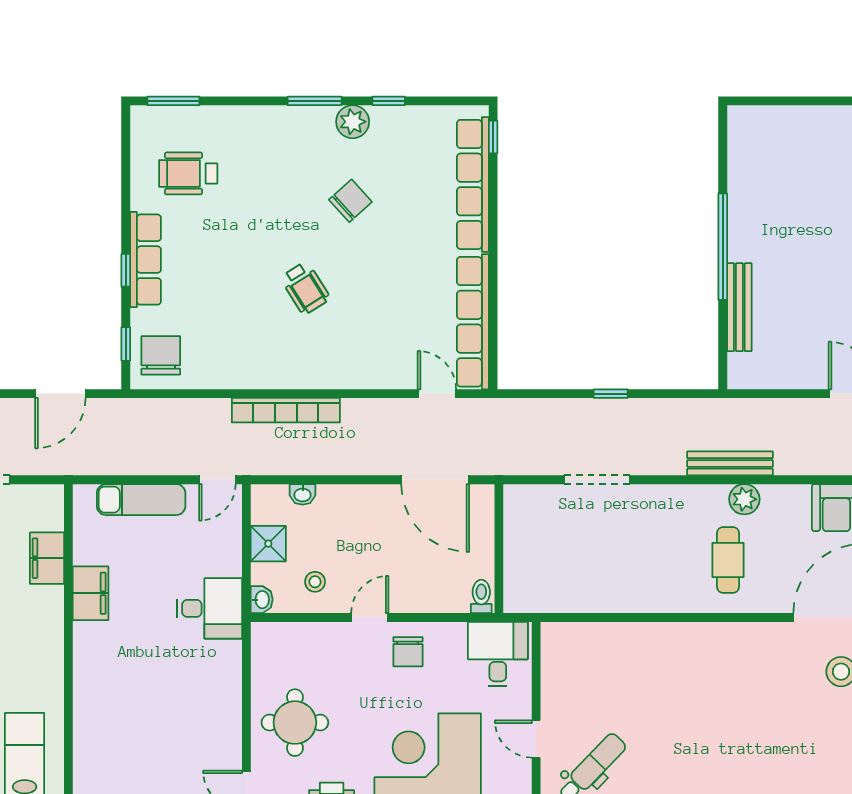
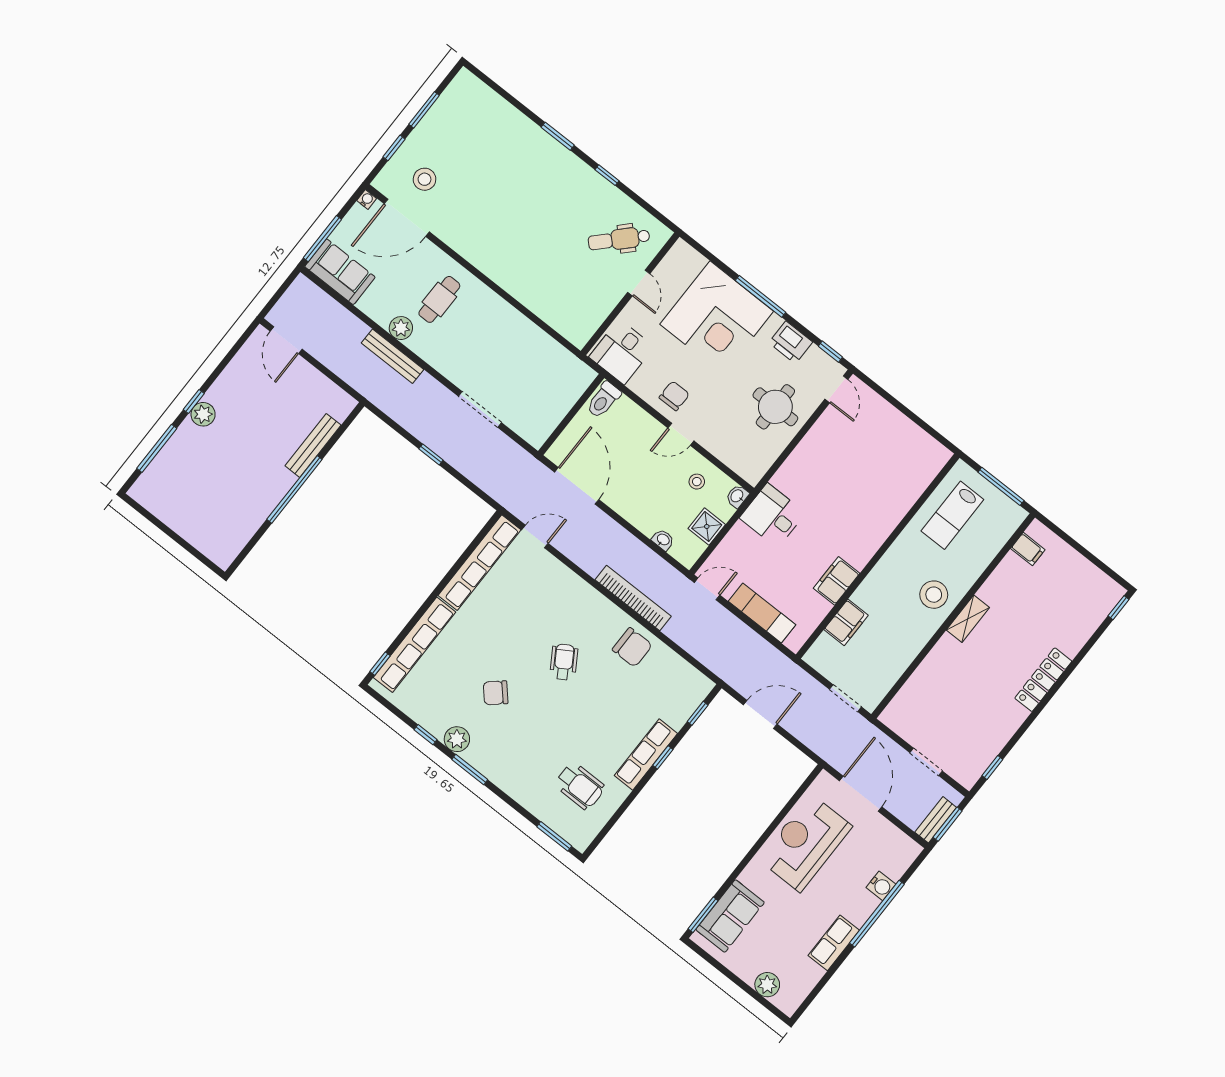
chair: (161, 355) -> (632, 647), moved, turned -90
door: (437, 394) -> (535, 537), swing flipped
toilet: (481, 596) -> (603, 400), width x1.37, depth x1.39

